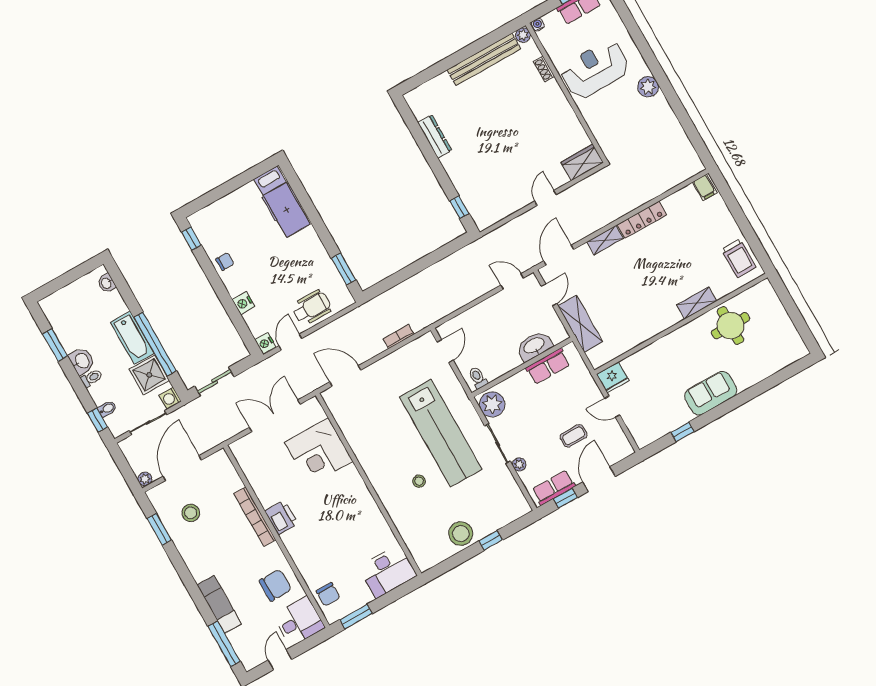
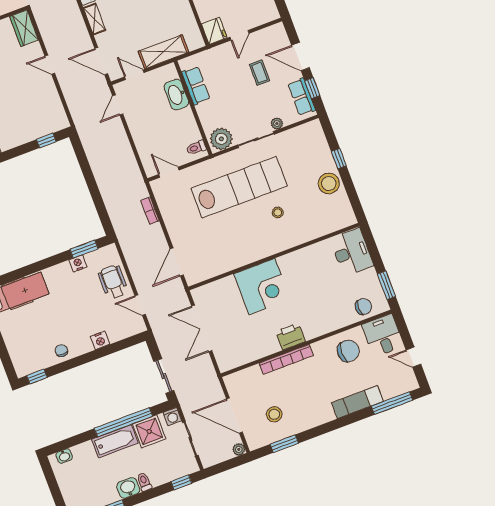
nightstand: (265, 343) -> (78, 263), moved, turned 180
bidet: (107, 409) -> (173, 473), removed
corner desk: (319, 452) -> (262, 287), moved
chair: (275, 585) -> (348, 351), turned 90

